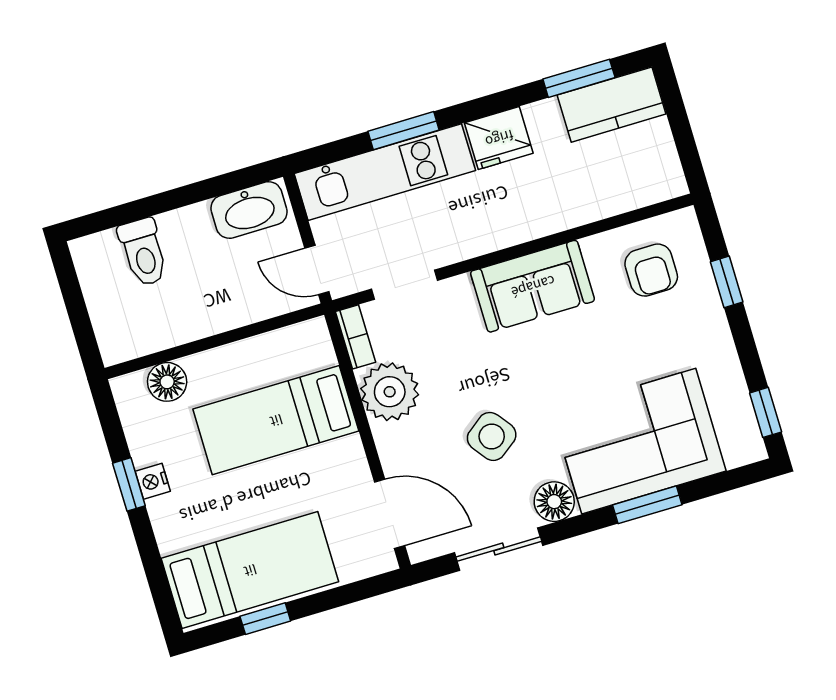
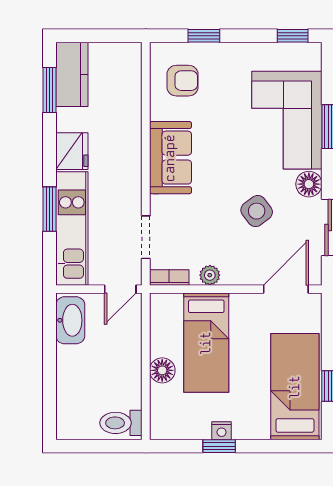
toilet: (143, 252) -> (121, 423), moved, turned 180
floor lamp: (167, 382) -> (162, 370), moved
plant: (390, 392) -> (210, 275), width x0.53, depth x0.53

